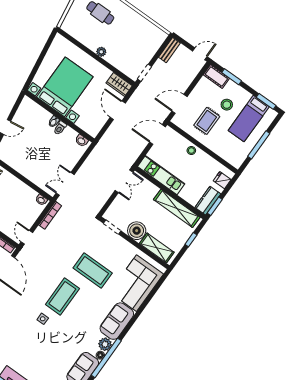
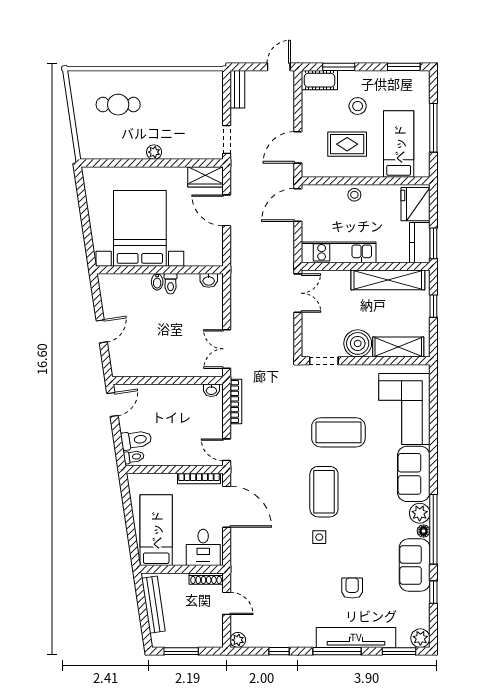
bed: (249, 119) -> (399, 144), moved, turned 180
rug: (207, 121) -> (347, 144), turned 90
fridge: (222, 180) -> (415, 204), width x1.88, depth x1.34
armchair: (41, 358) -> (352, 588), added

